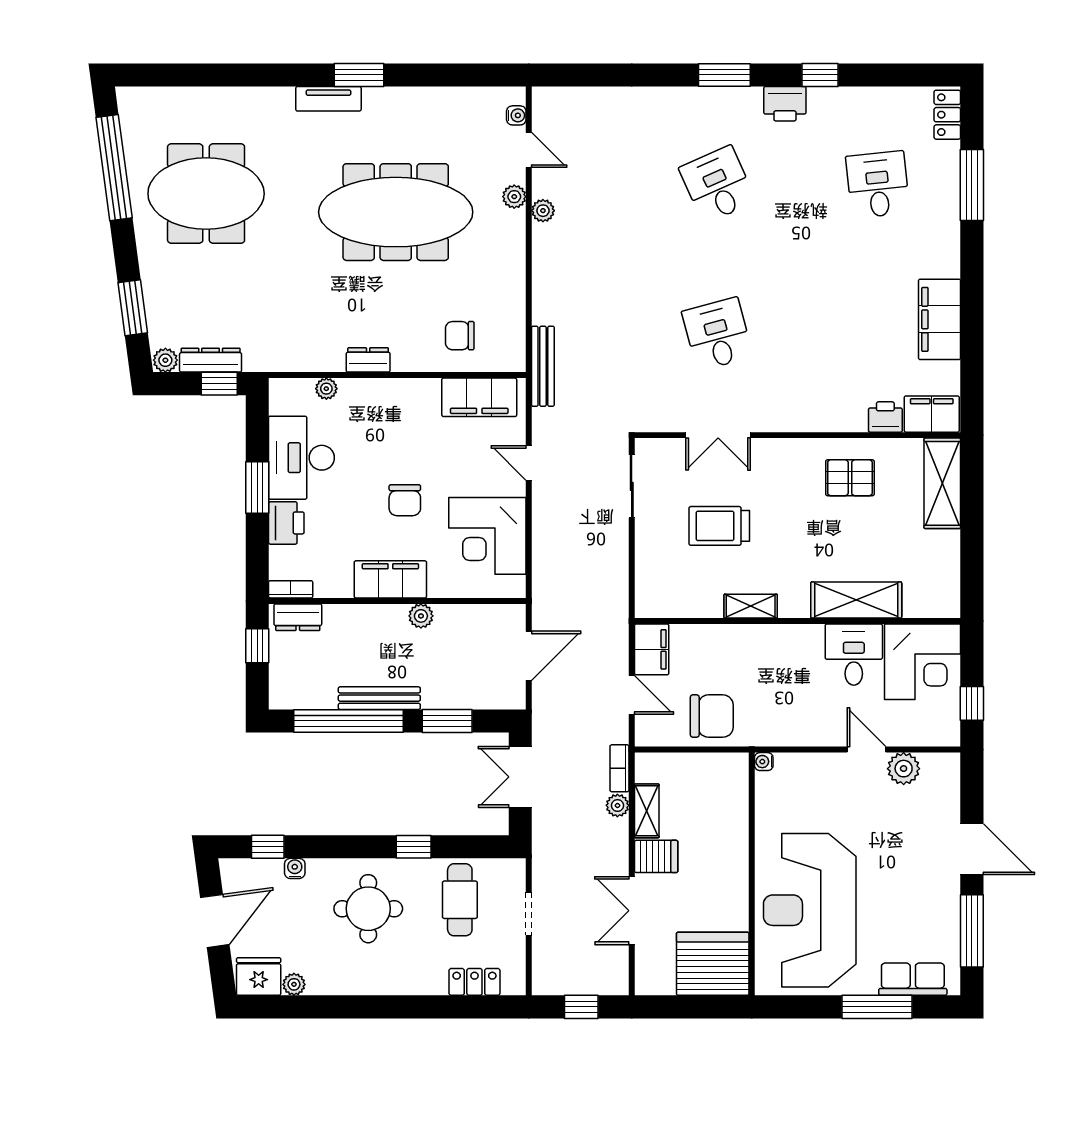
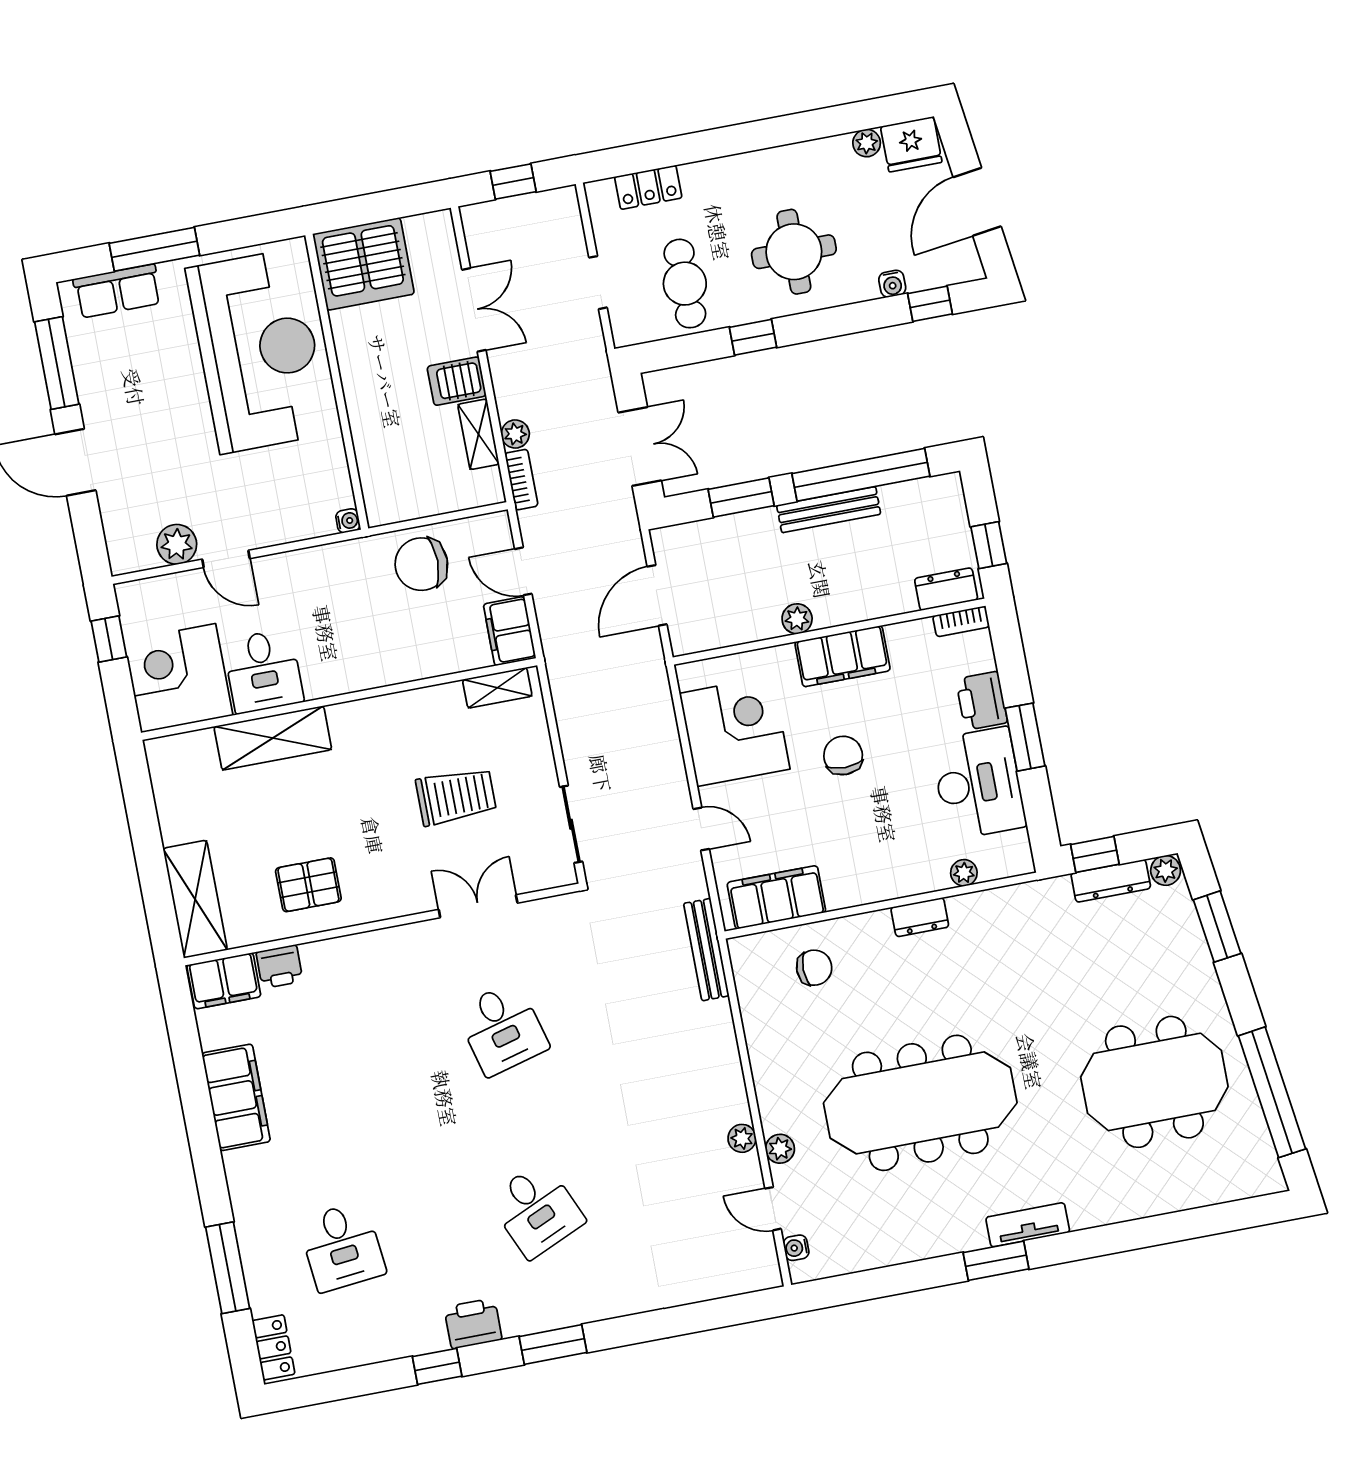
shelving: (751, 606) -> (497, 688), moved

